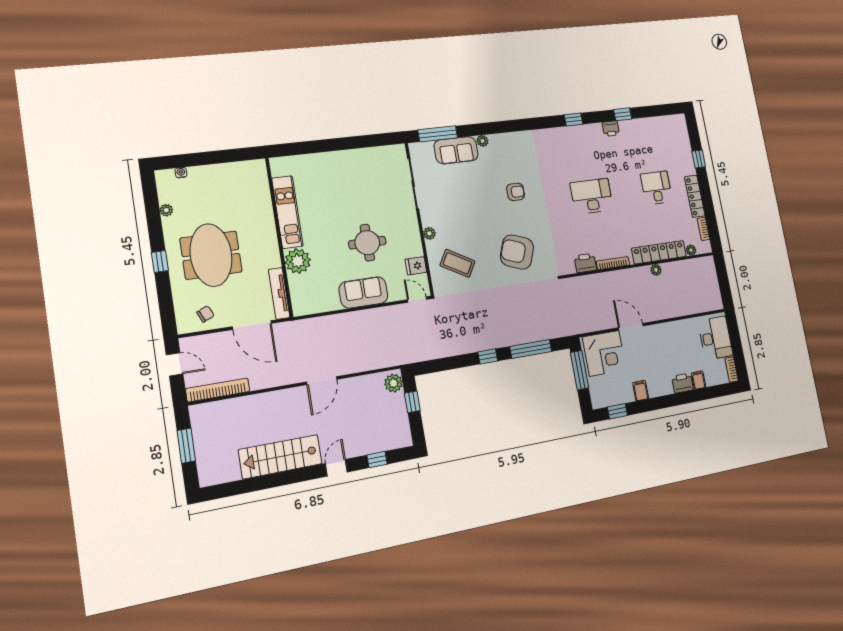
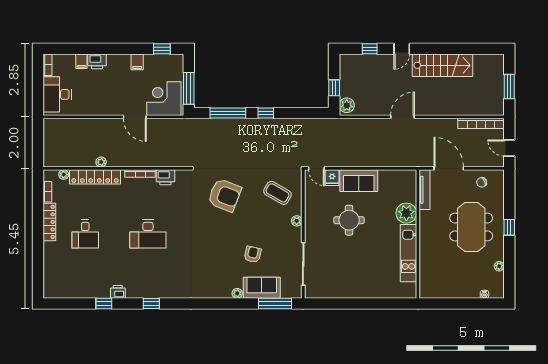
window: (699, 159) -> (38, 255), removed
armchair: (516, 192) -> (253, 254), moved, turned 103
fridge: (416, 266) -> (332, 178), moved, turned 90

